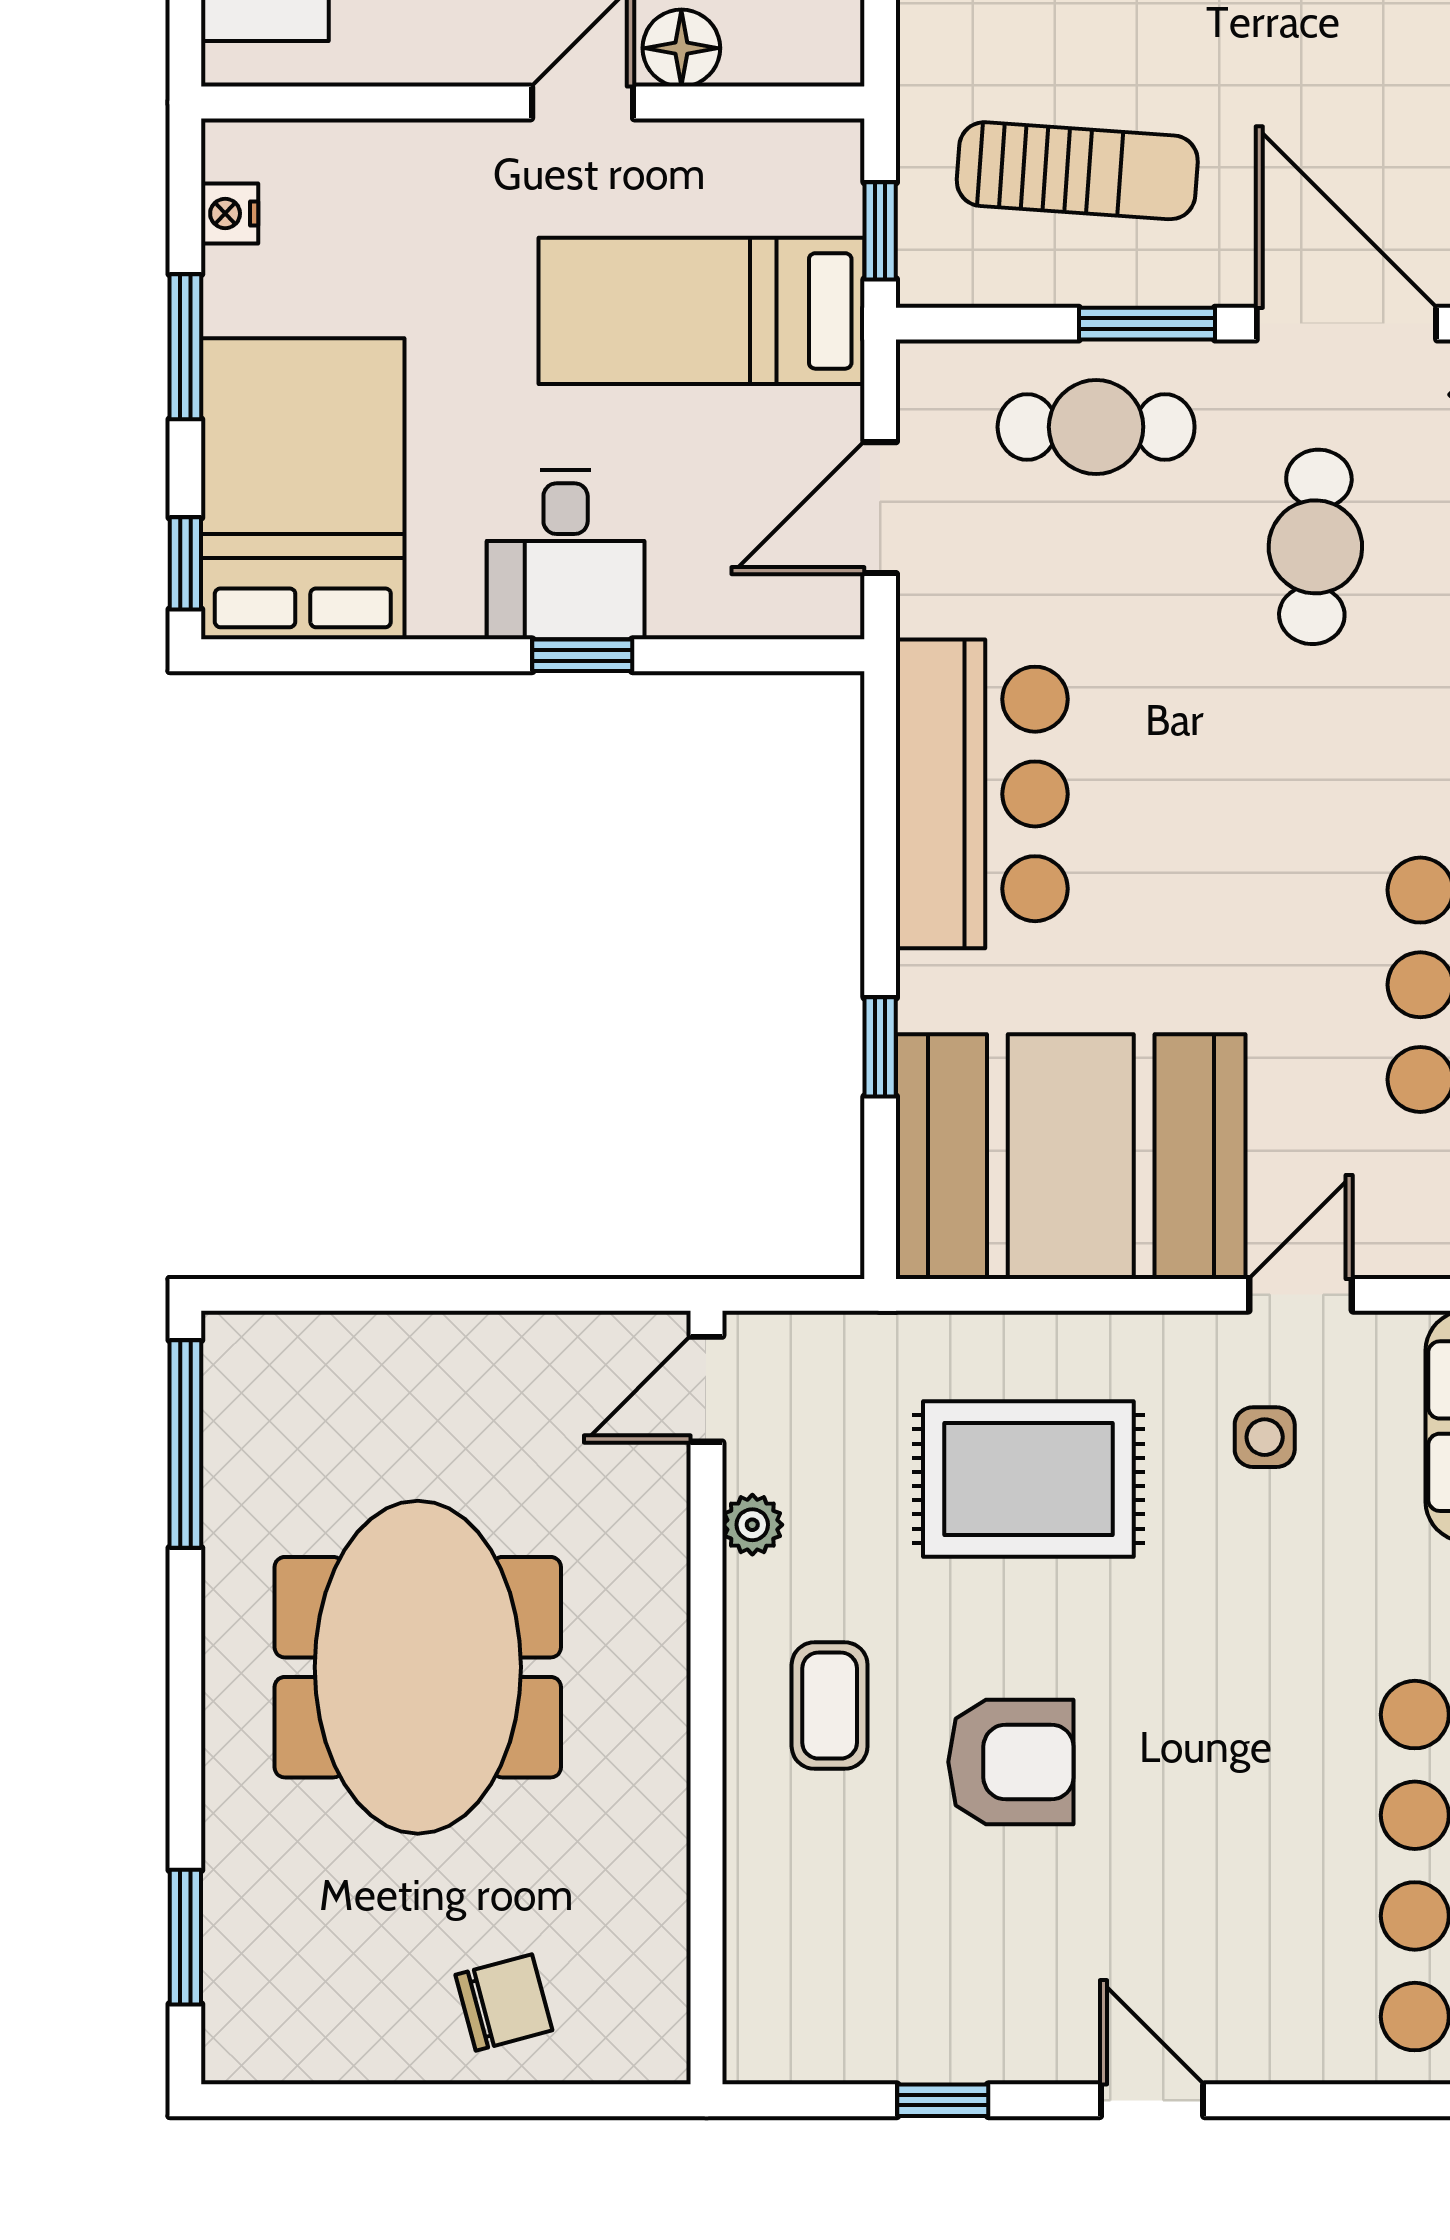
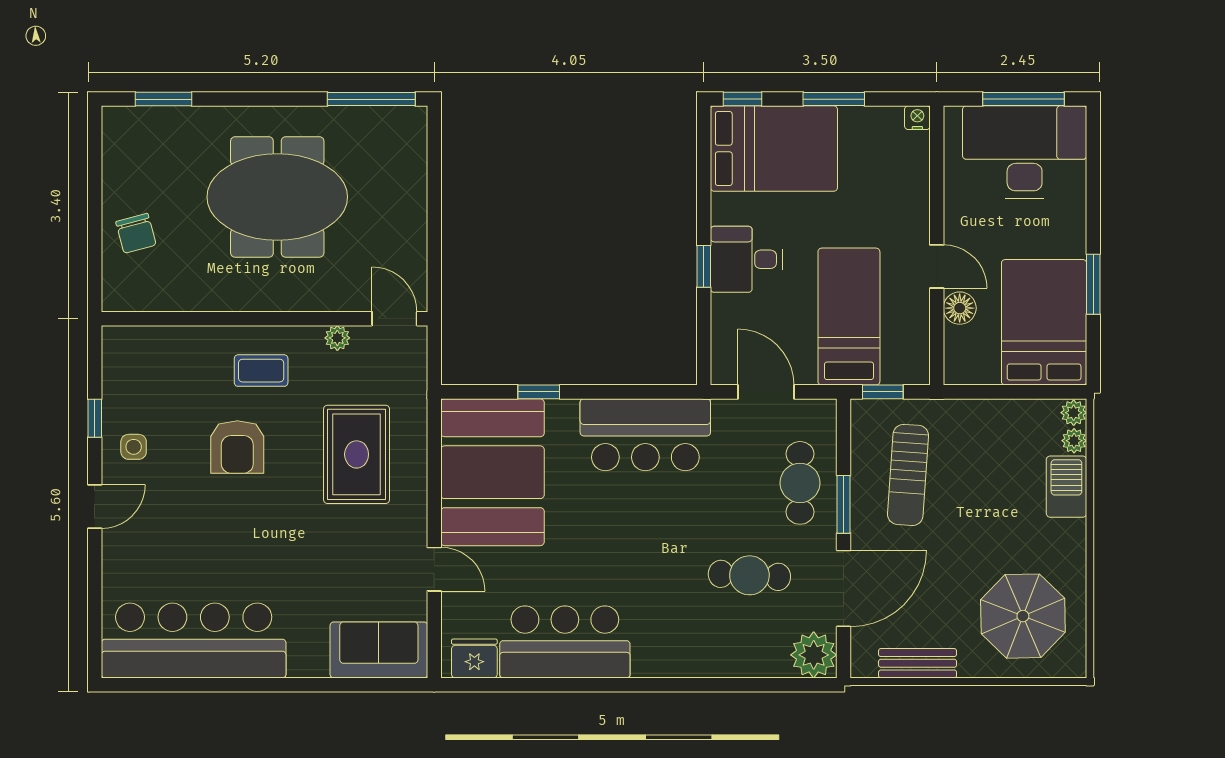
nightstand: (230, 213) -> (917, 118), moved
side table: (1265, 1437) -> (134, 447), moved

